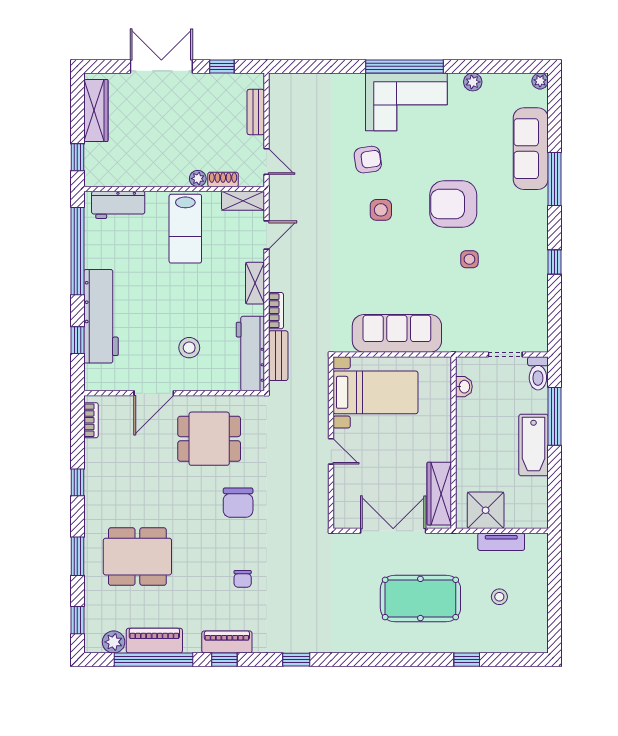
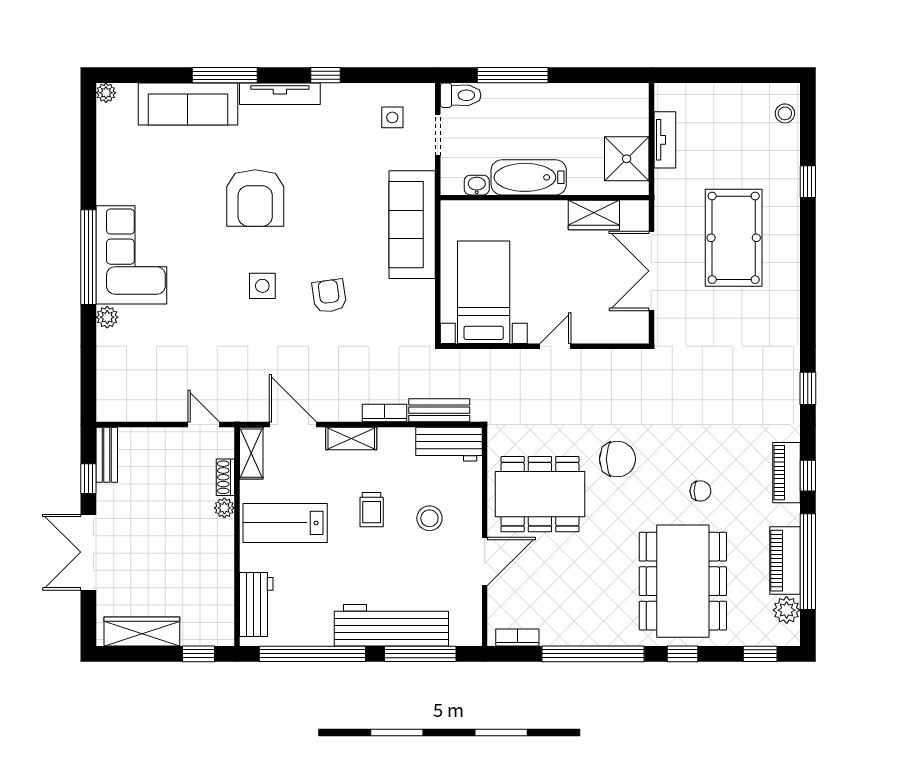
plant: (473, 82) -> (107, 317), moved
bench: (256, 112) -> (107, 455), moved, turned 90
armchair: (368, 160) -> (329, 296), moved
door: (267, 162) -> (204, 424), hinge flipped
tv unit: (539, 224) -> (280, 94), added
lab bench: (185, 229) -> (285, 523), turned 180
door: (267, 235) -> (293, 424), width x1.38
side table: (469, 259) -> (392, 117), moved
trolley: (196, 300) -> (372, 510), added
sofa: (397, 333) -> (412, 225), moved
window: (77, 340) -> (420, 654), width x2.17
workbench: (250, 354) -> (449, 444), width x0.73
door: (154, 393) -> (485, 561), hinge flipped
dining table: (209, 439) -> (540, 494), width x1.38
bathtub: (534, 445) -> (529, 177), moved, turned 180
window: (77, 482) -> (593, 654), width x3.17
wardrobe: (439, 494) -> (594, 215), width x0.67
window: (77, 556) -> (683, 654), width x0.67
dining table: (137, 557) -> (683, 581), width x1.36, depth x1.24
chair: (243, 579) -> (700, 491), moved
stool: (499, 597) -> (785, 113), moved

